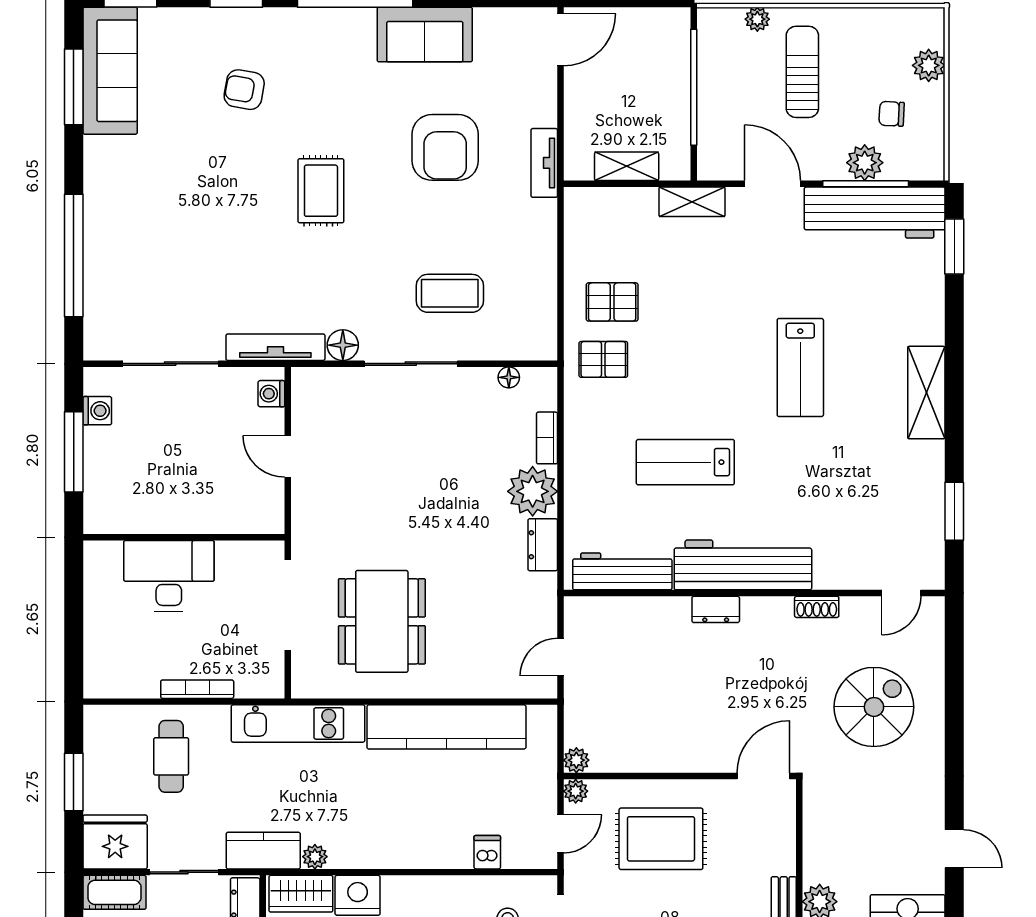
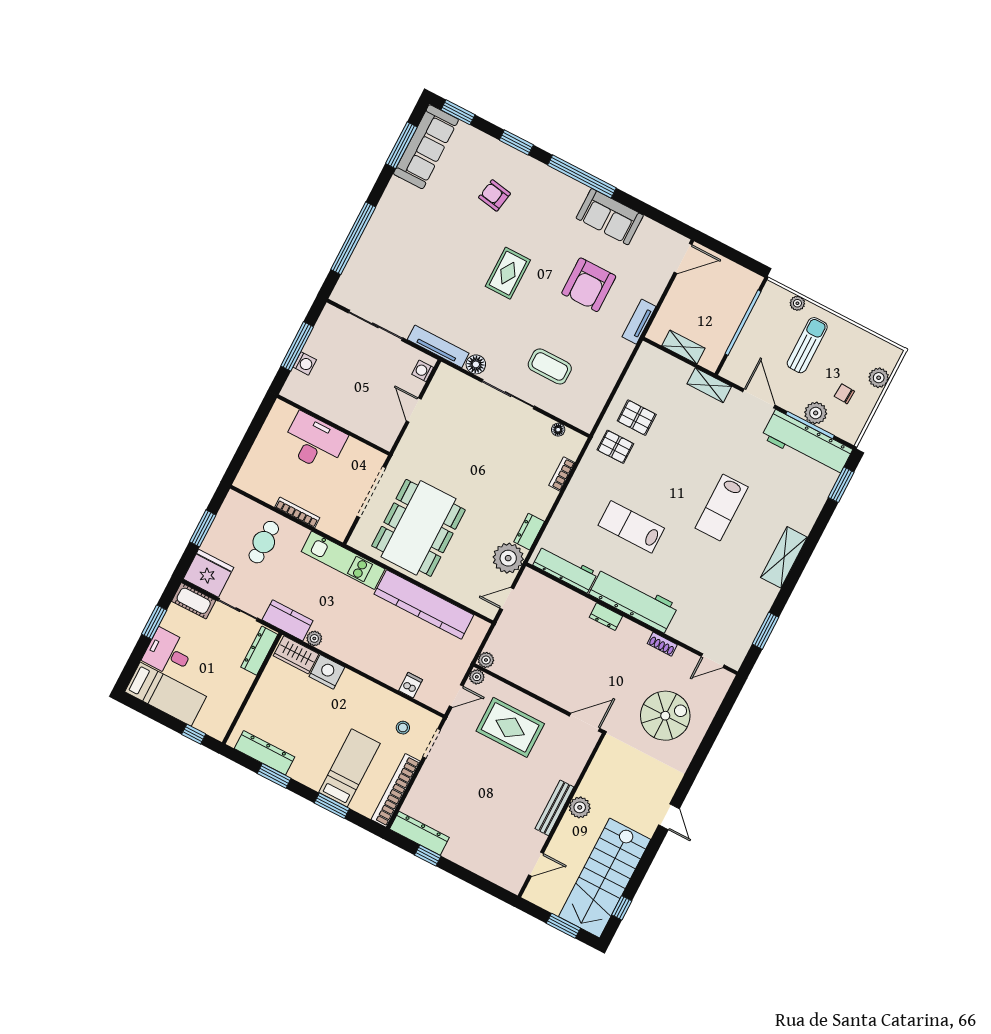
washing machine: (97, 411) -> (305, 363), moved
plant: (533, 491) -> (508, 558), moved
dining table: (382, 621) -> (418, 528), width x1.36, depth x1.24

